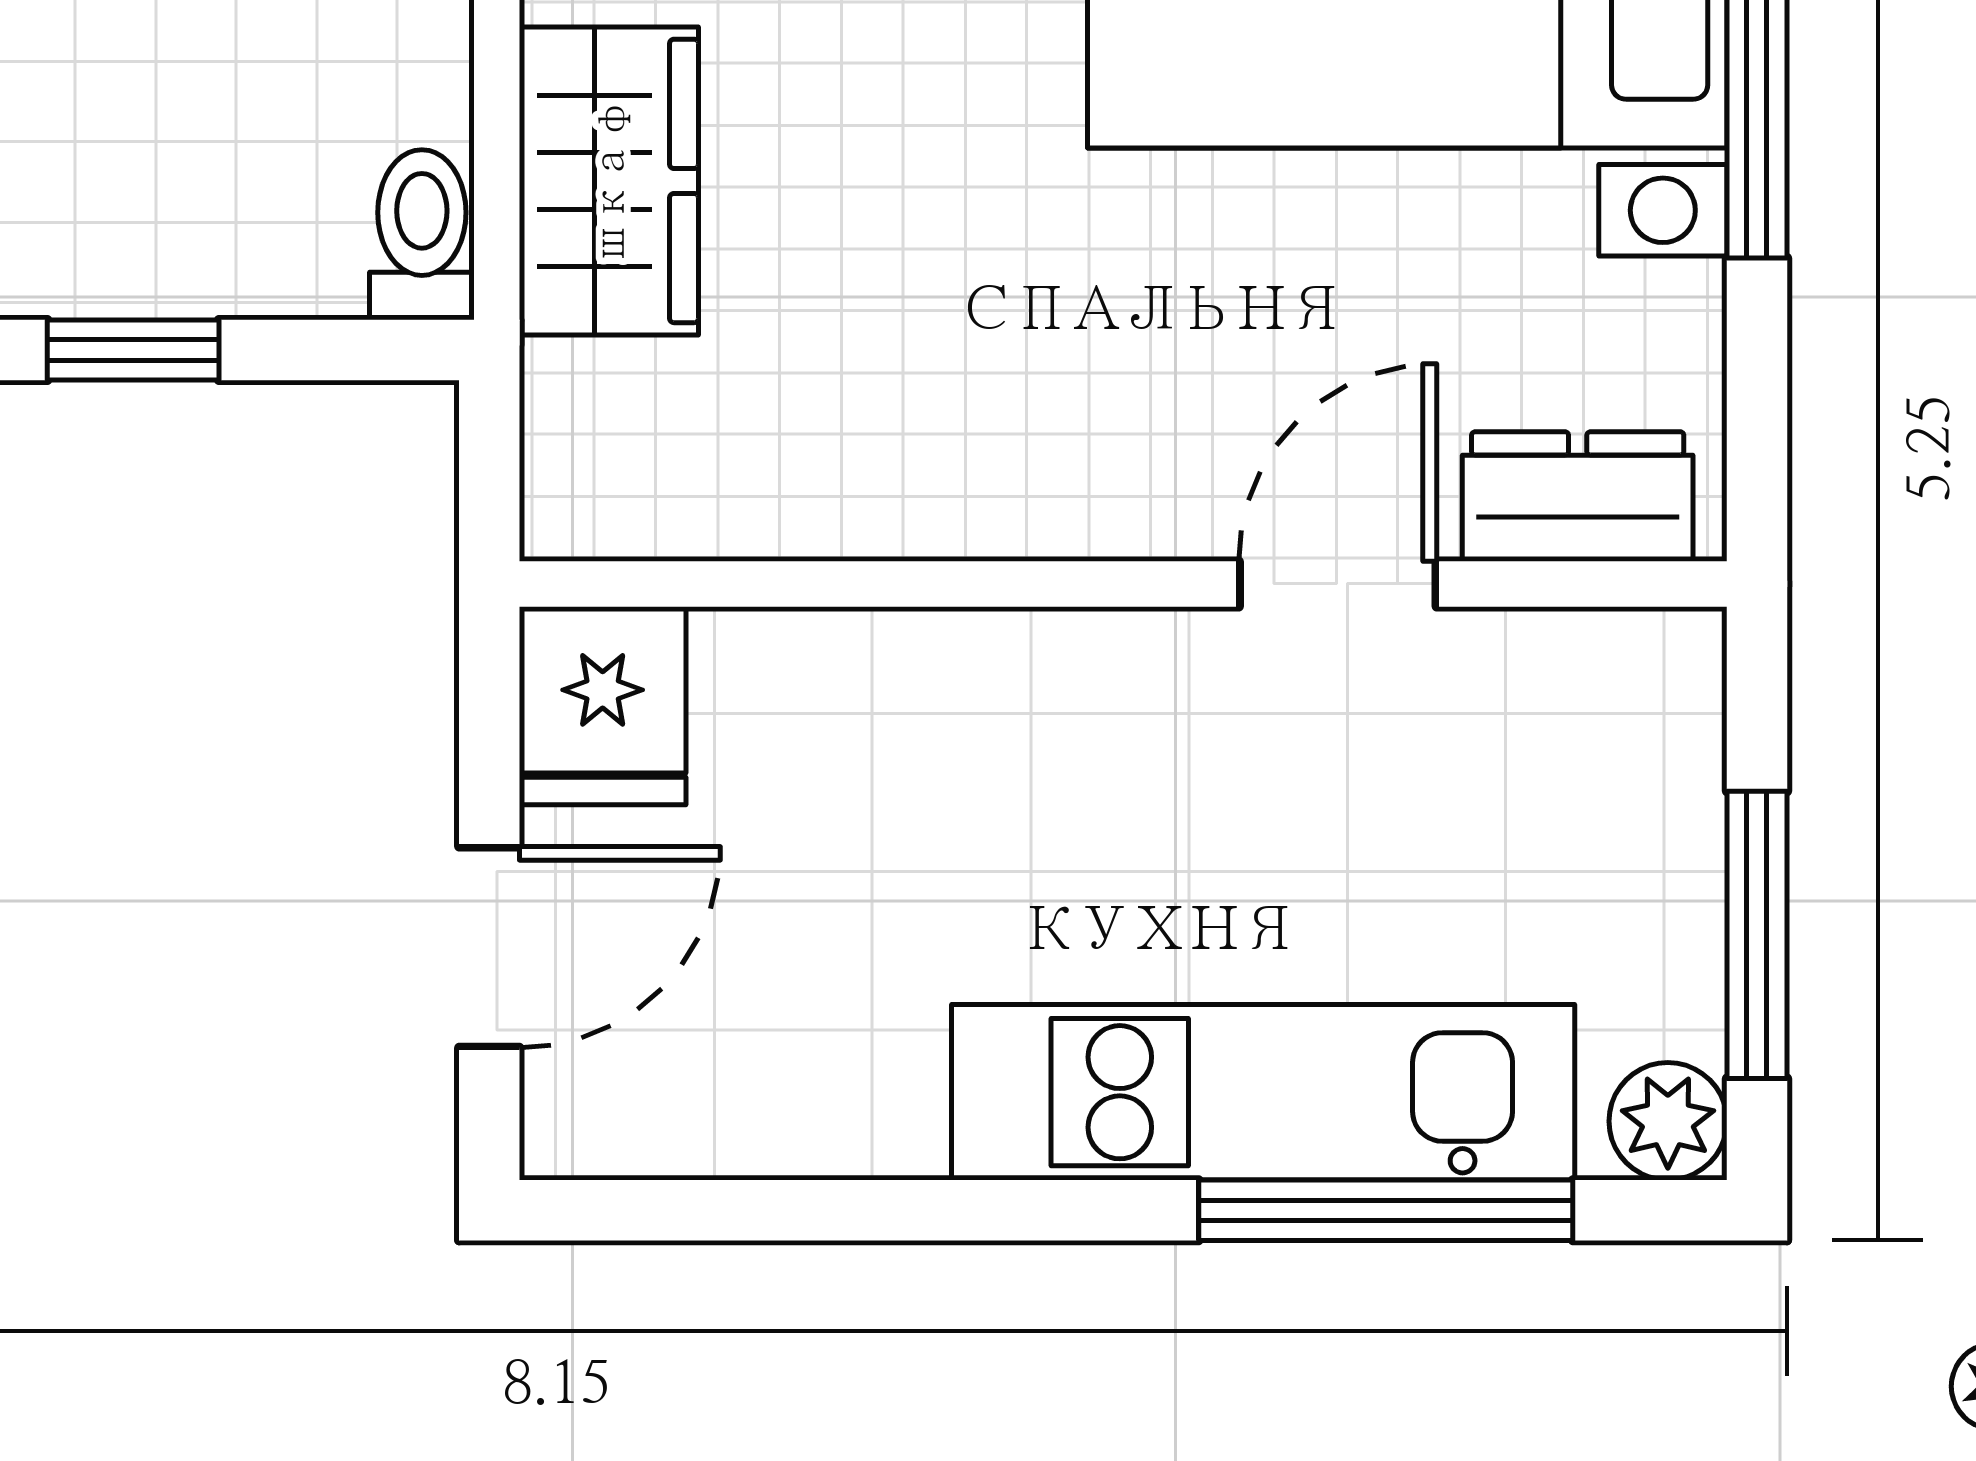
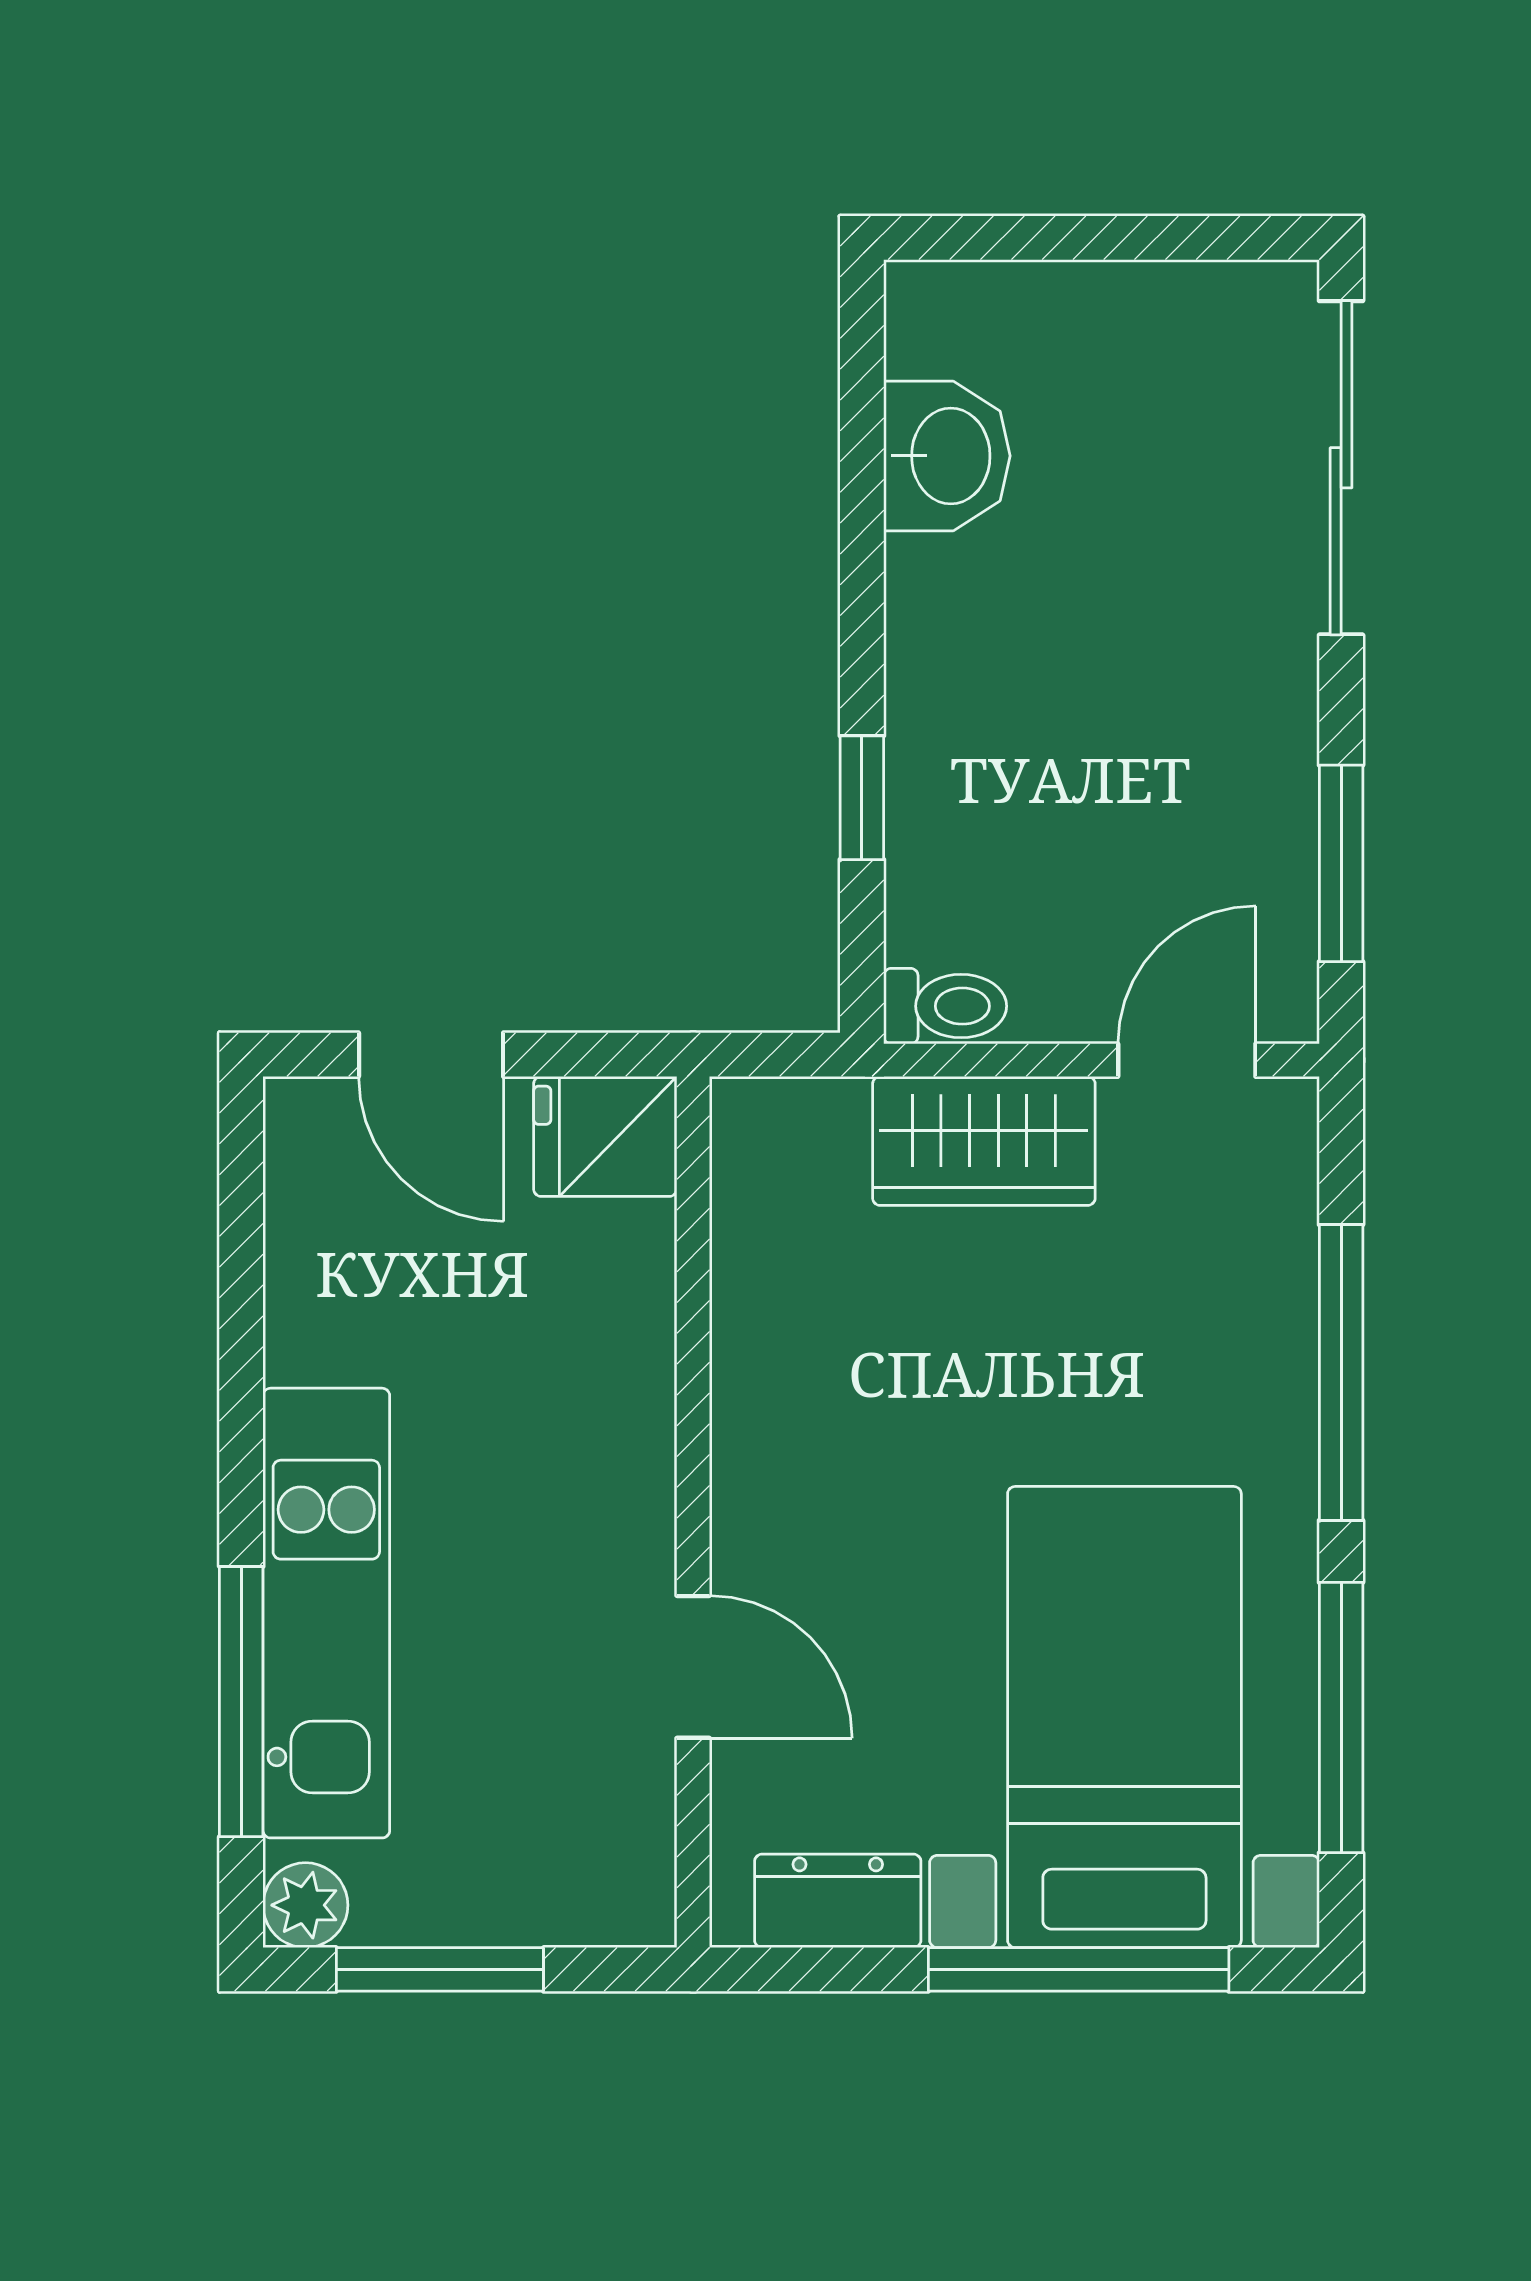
dresser: (1578, 496) -> (838, 1901), moved, turned -90

